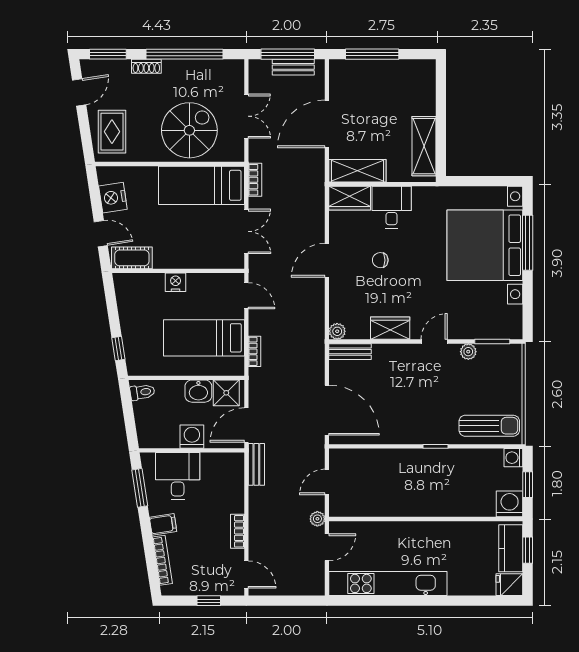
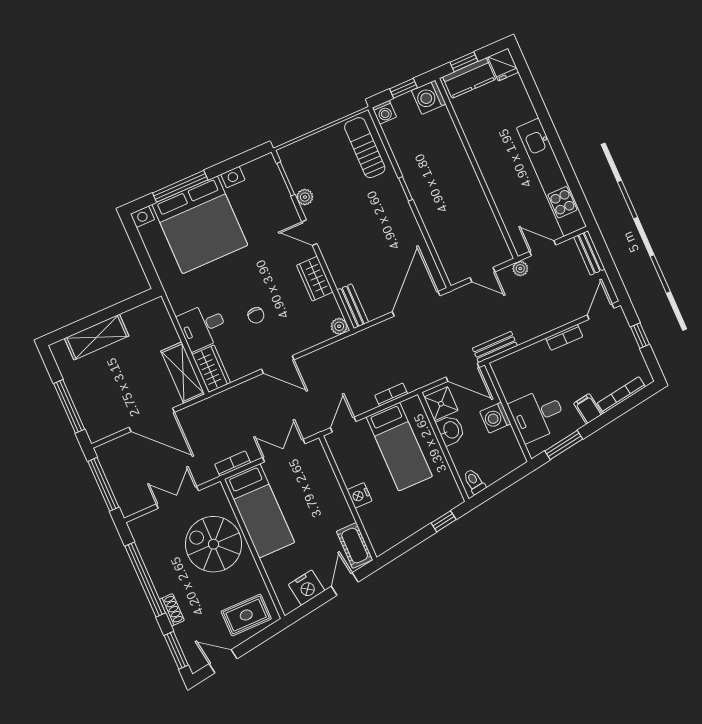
bench: (293, 67) -> (589, 253), moved
shelving: (424, 146) -> (97, 337), moved

